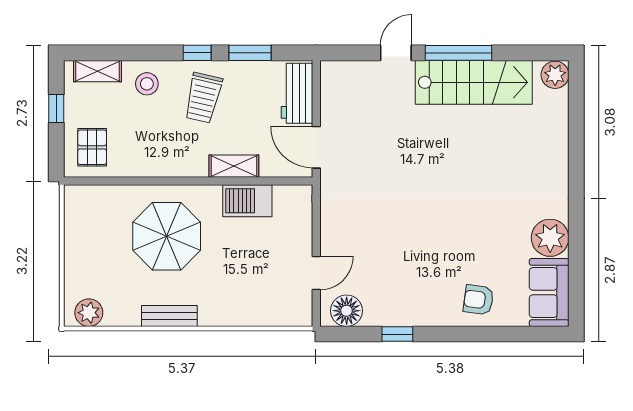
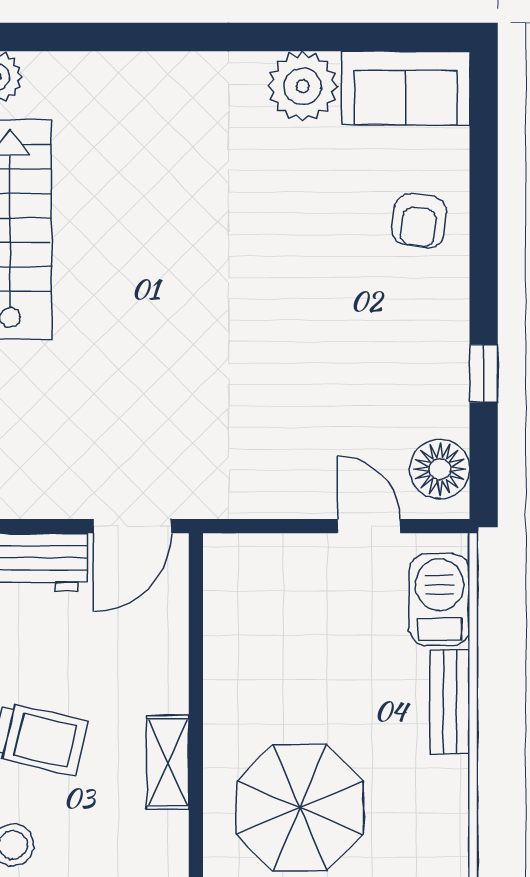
shelving: (234, 166) -> (168, 762), moved
barbecue: (247, 201) -> (439, 600), moved, turned 180
bench: (169, 316) -> (450, 702), moved

